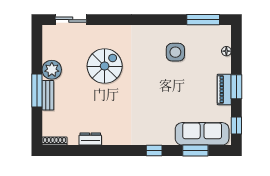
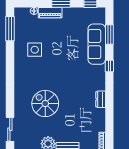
piano: (224, 89) -> (50, 13), moved
sofa: (202, 134) -> (97, 44), moved
dresser: (90, 139) -> (101, 99), moved

